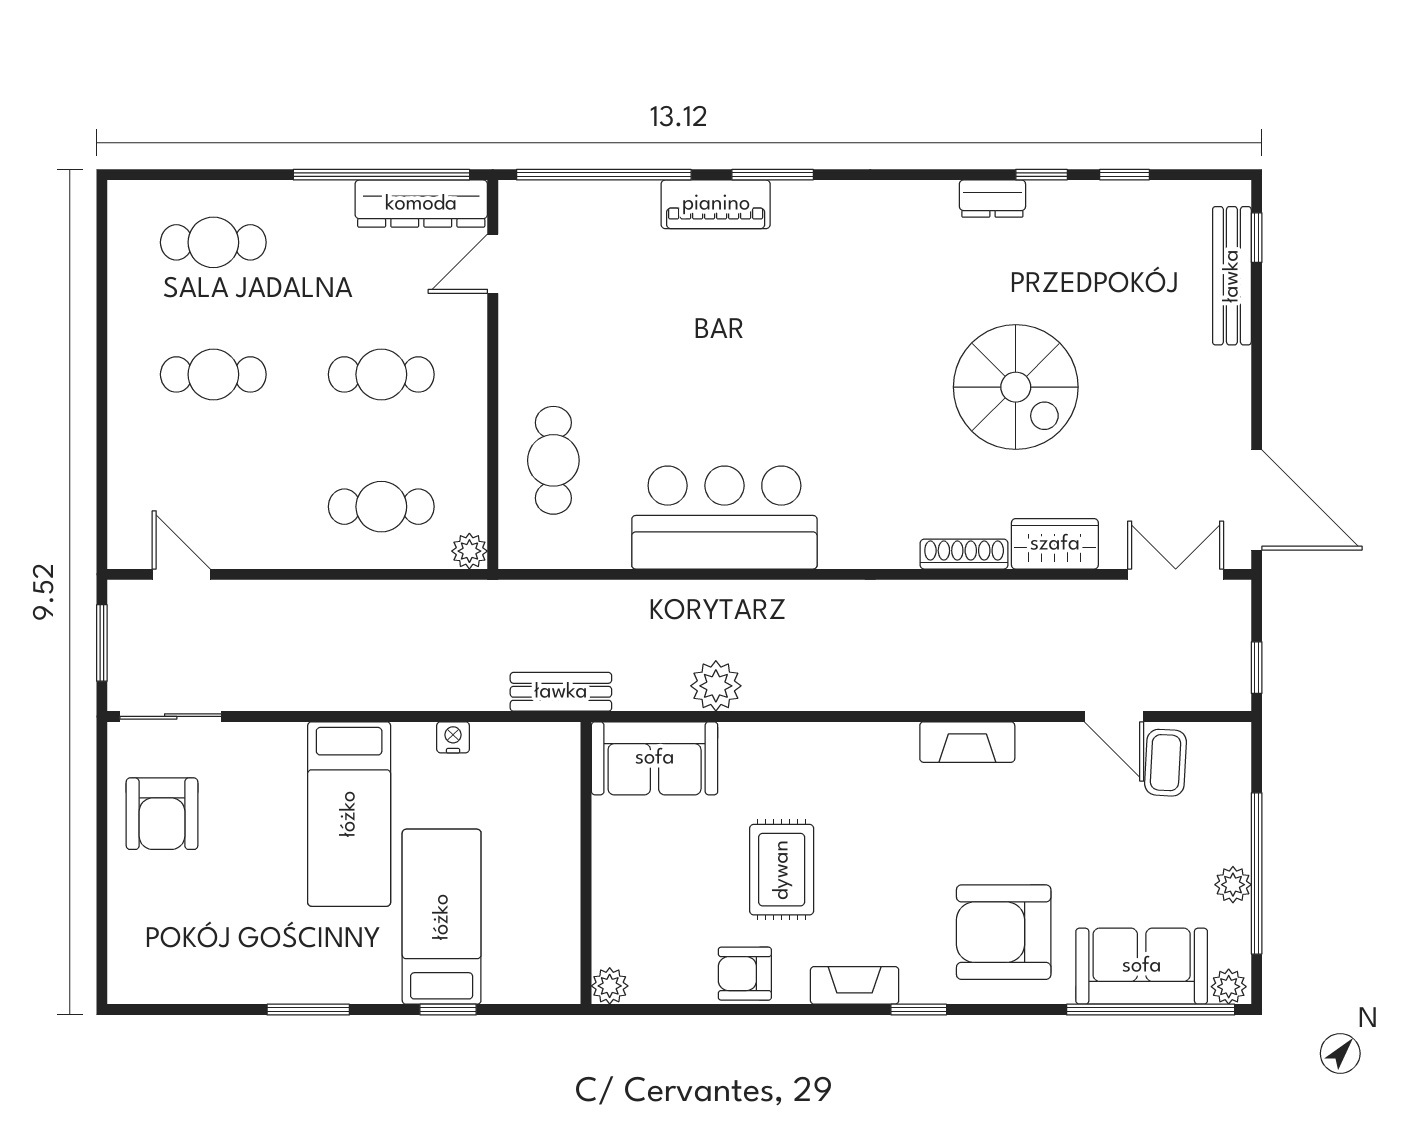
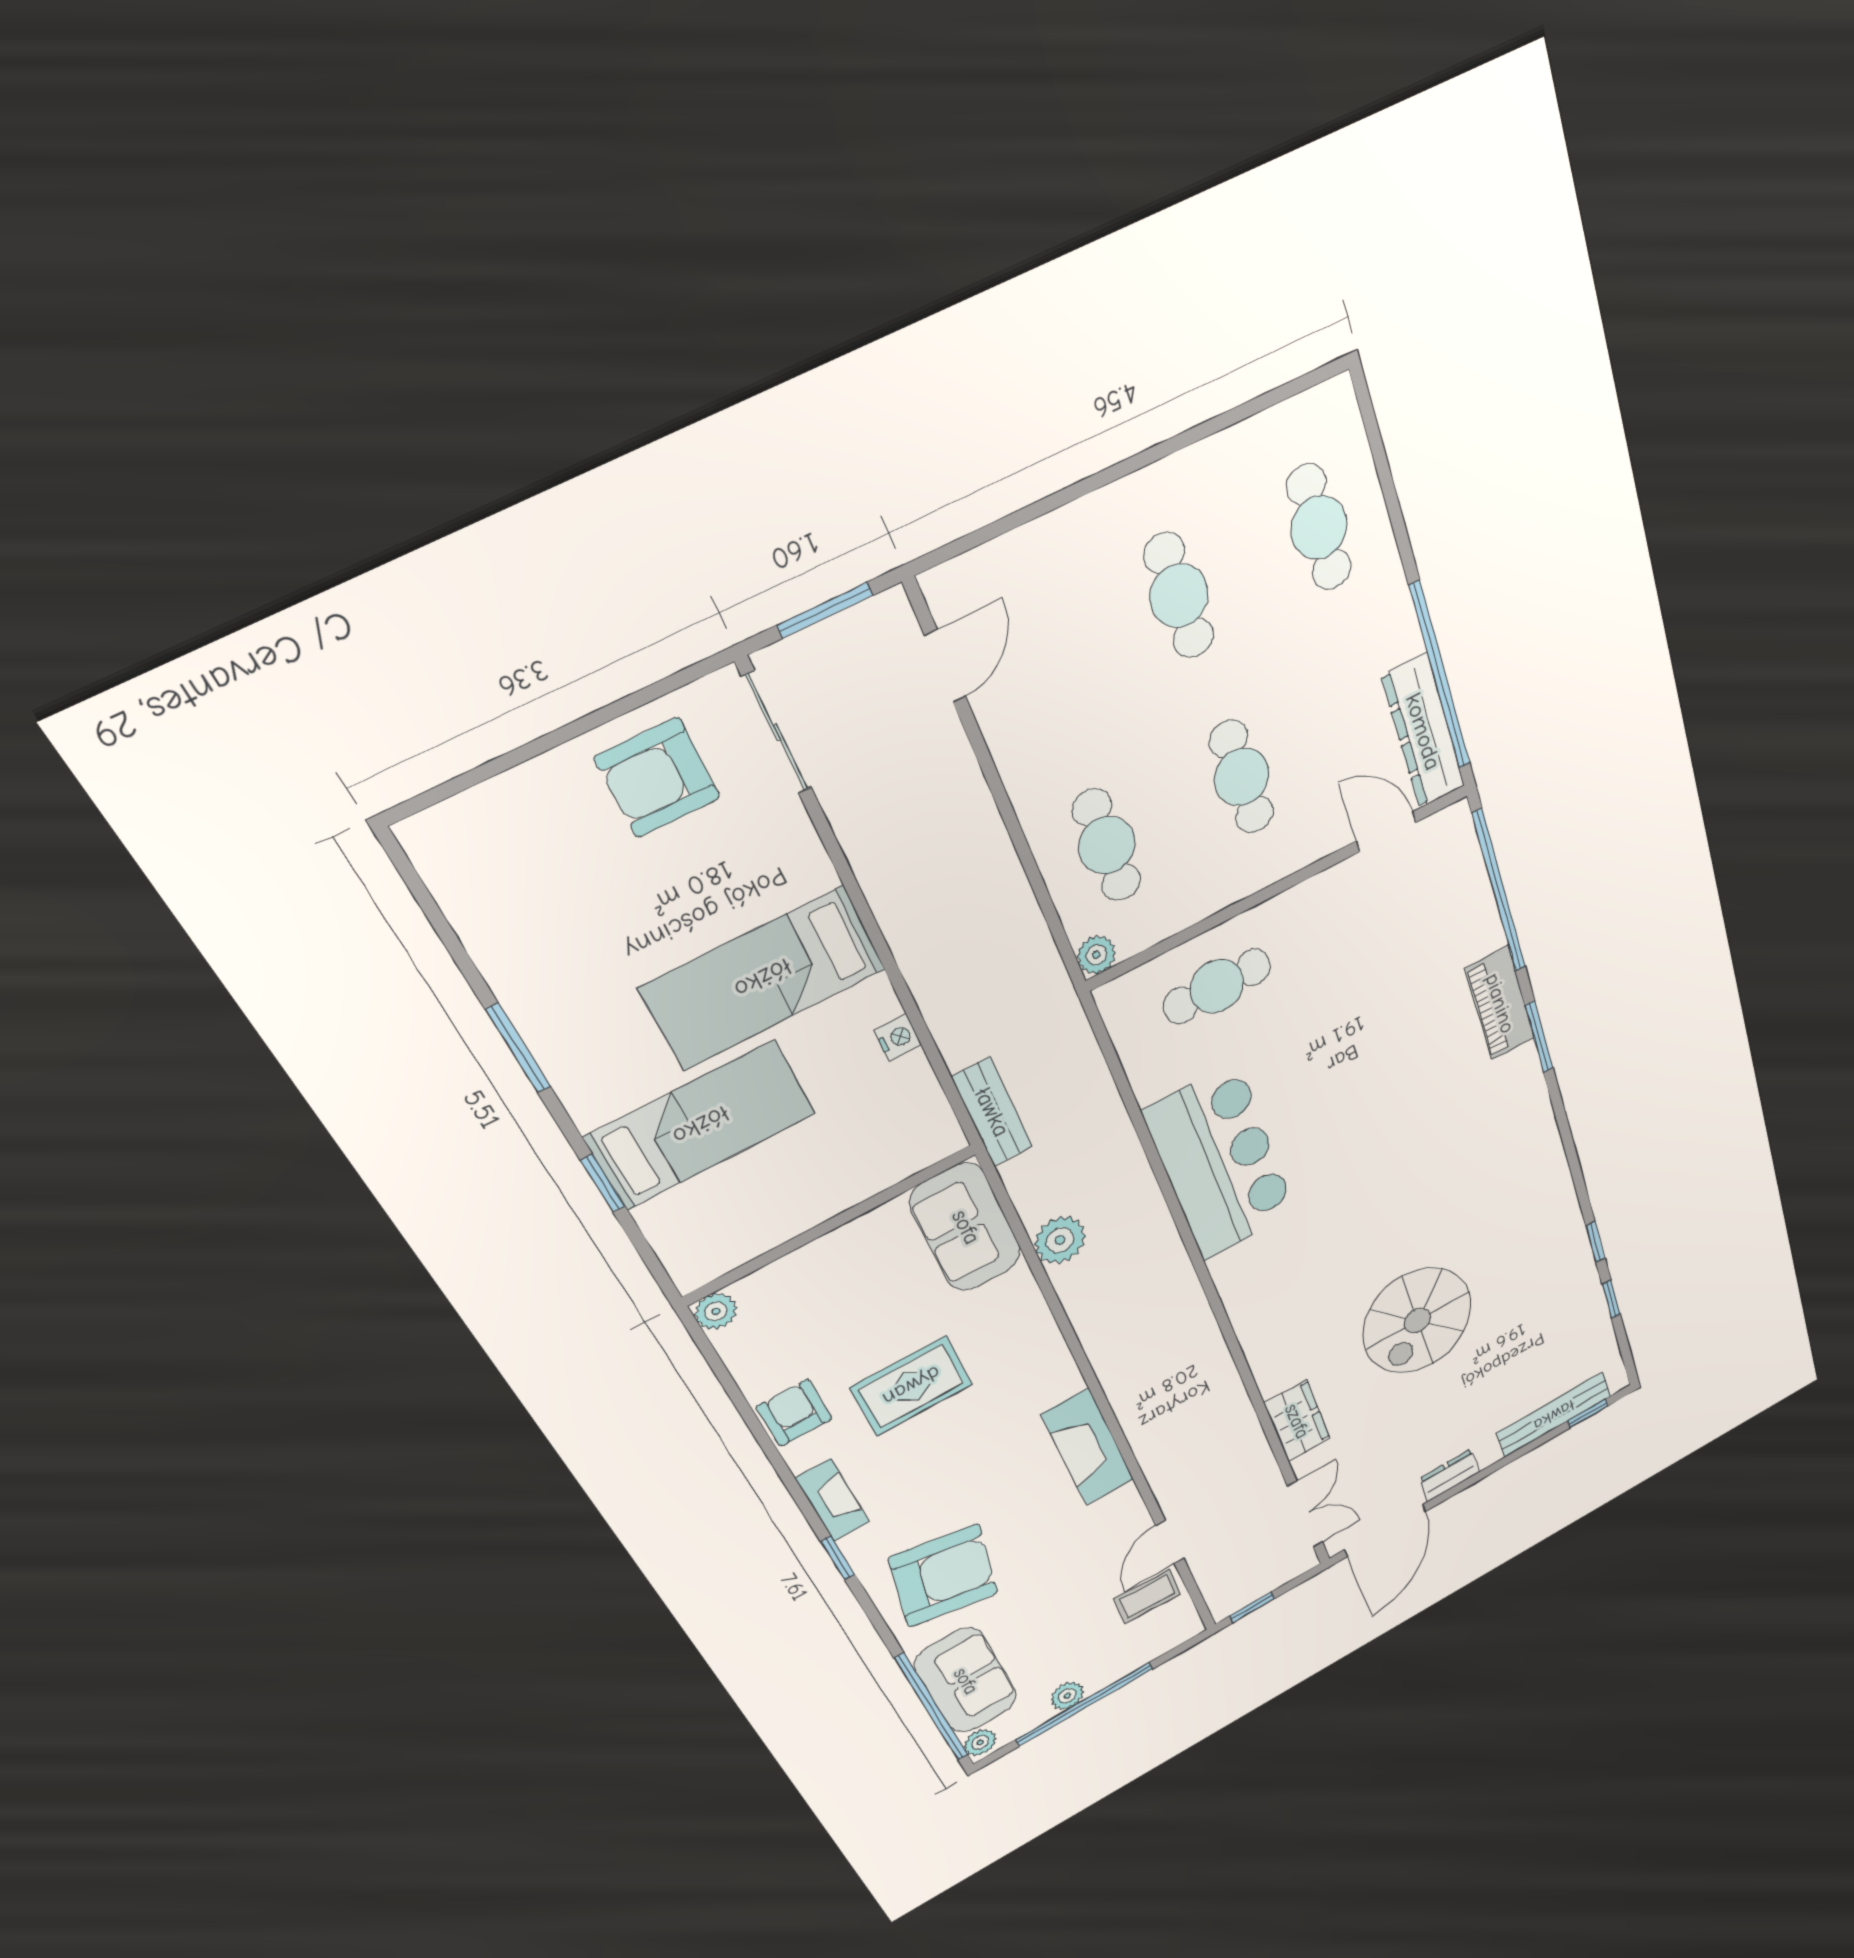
dresser: (992, 199) -> (1449, 1475), moved, turned 90
shoe rack: (964, 554) -> (1262, 1363), removed
fireplace: (967, 742) -> (1088, 1447), width x1.37, depth x1.32
armchair: (1004, 932) -> (944, 1576), turned 101

